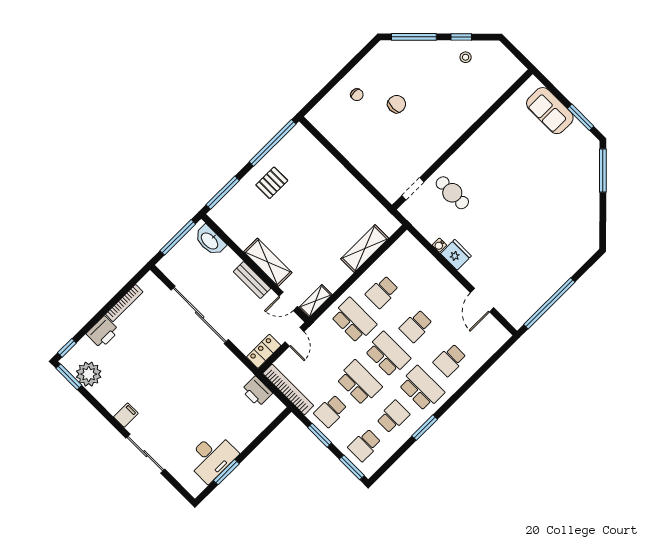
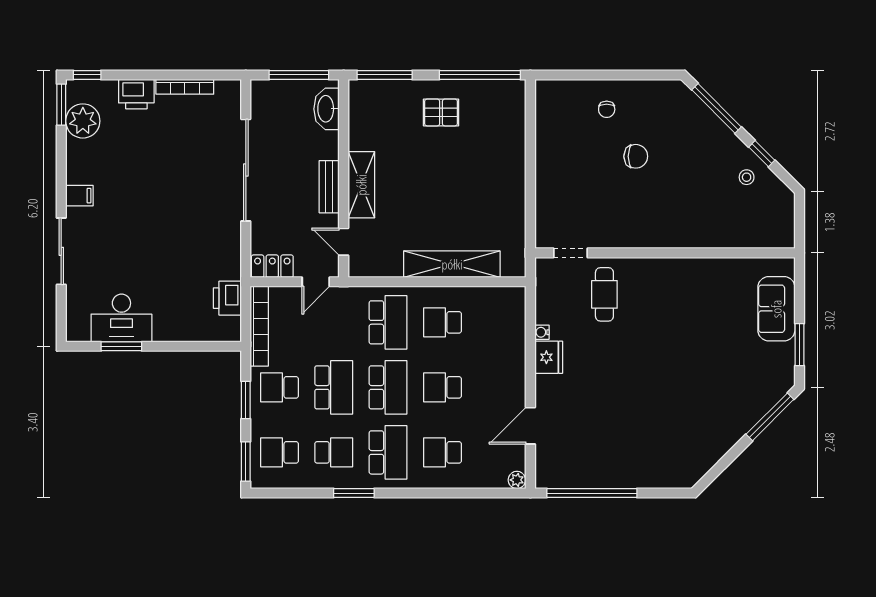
shelving: (365, 249) -> (452, 264), width x1.47
shelving: (315, 301) -> (370, 267), removed
plant: (503, 336) -> (517, 480), added

